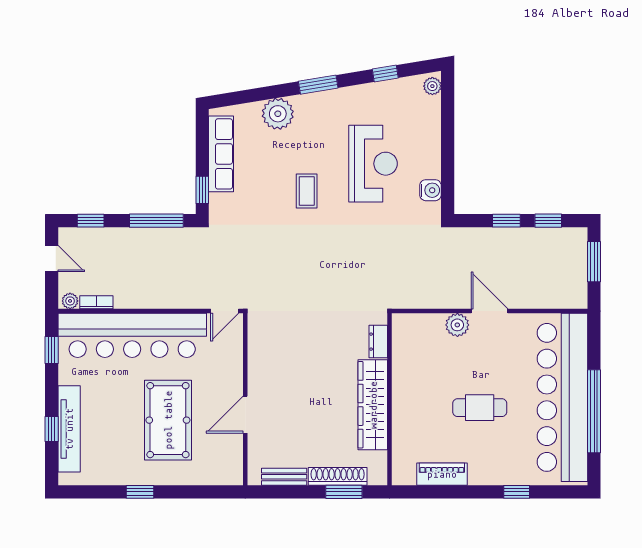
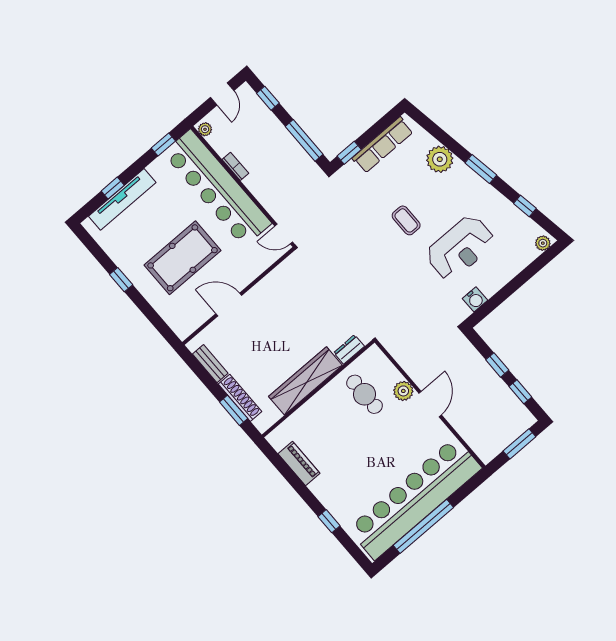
coffee table: (307, 191) -> (406, 220), turned 90
bookcase: (96, 302) -> (235, 166), moved
cafe table: (480, 408) -> (365, 394), moved

